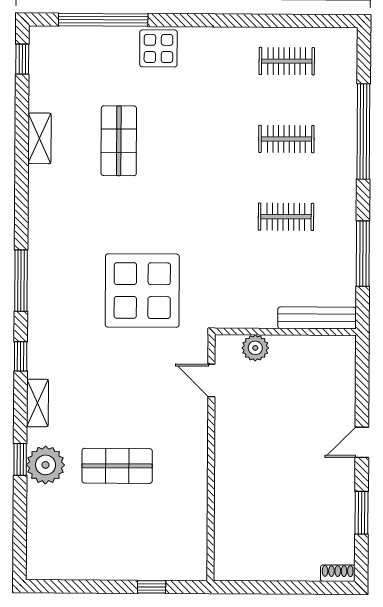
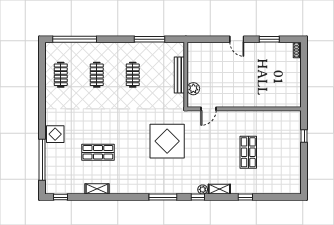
window: (363, 132) -> (75, 39), moved
bench: (317, 318) -> (179, 75), moved
plant: (45, 465) -> (203, 189), moved, width x0.53, depth x0.53

